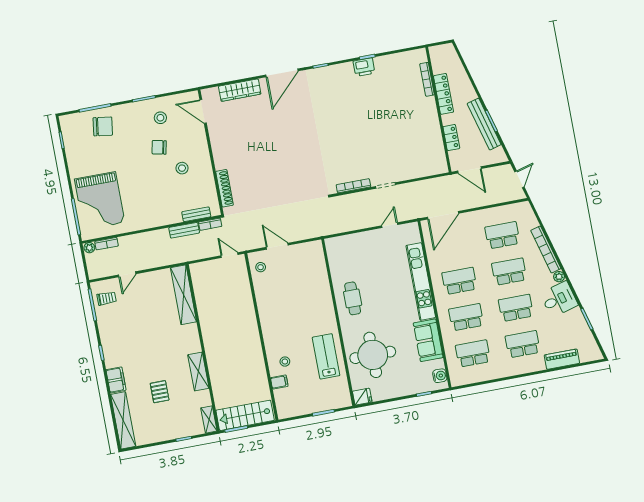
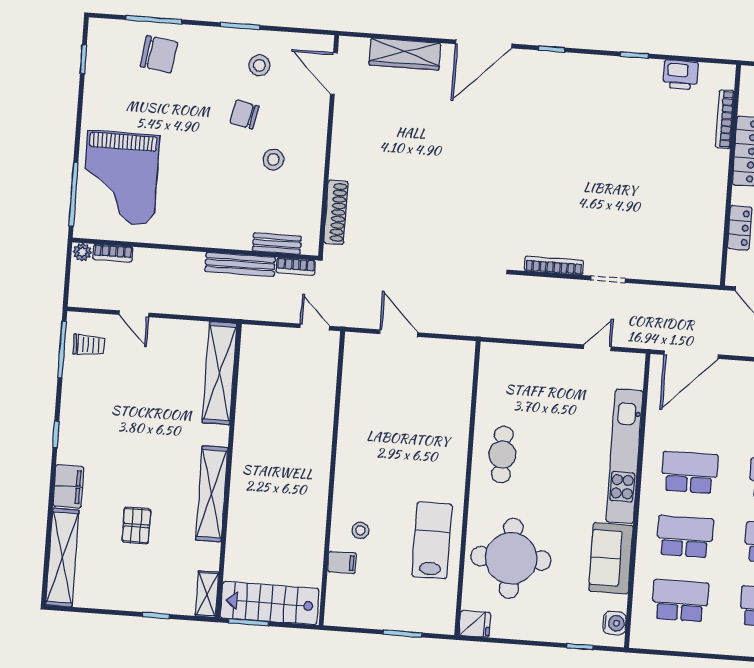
printer: (364, 67) -> (681, 75), moved
bench: (184, 230) -> (240, 264), width x1.36
stool: (261, 267) -> (361, 361), removed
door: (127, 274) -> (134, 314), hinge flipped
shelving: (198, 371) -> (212, 494), width x1.47

